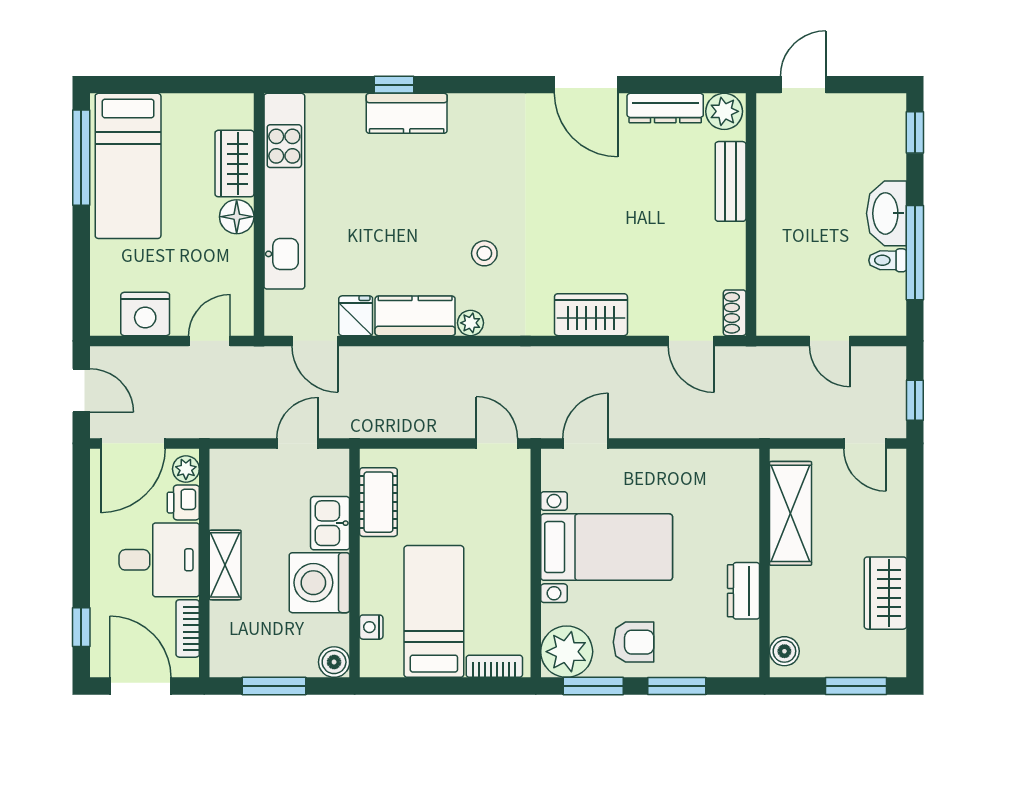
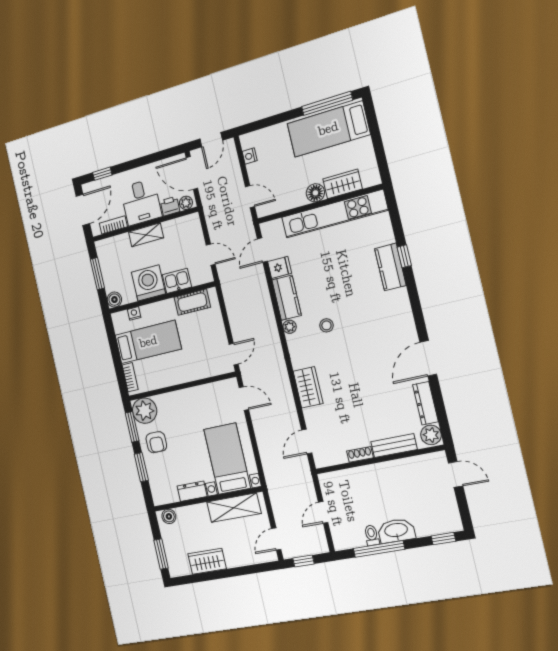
shoe rack: (735, 313) -> (360, 454), moved
nightstand: (145, 314) -> (250, 156), width x0.53, depth x0.56
bed with nightstands: (607, 547) -> (227, 459), moved, turned 180

